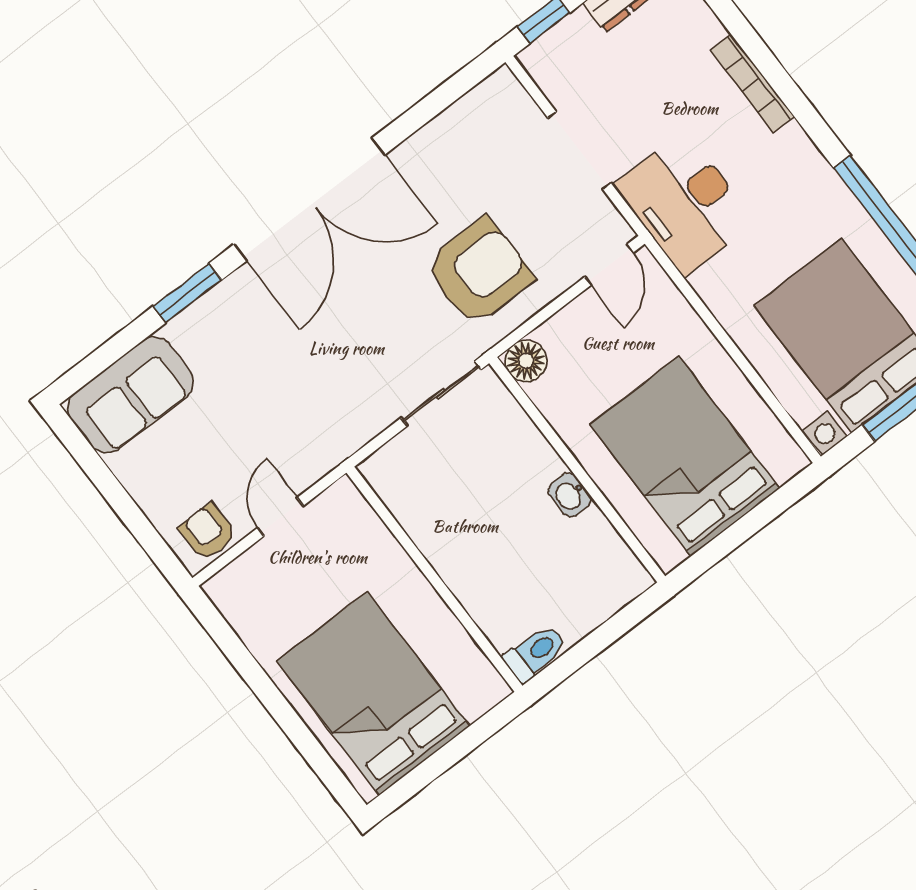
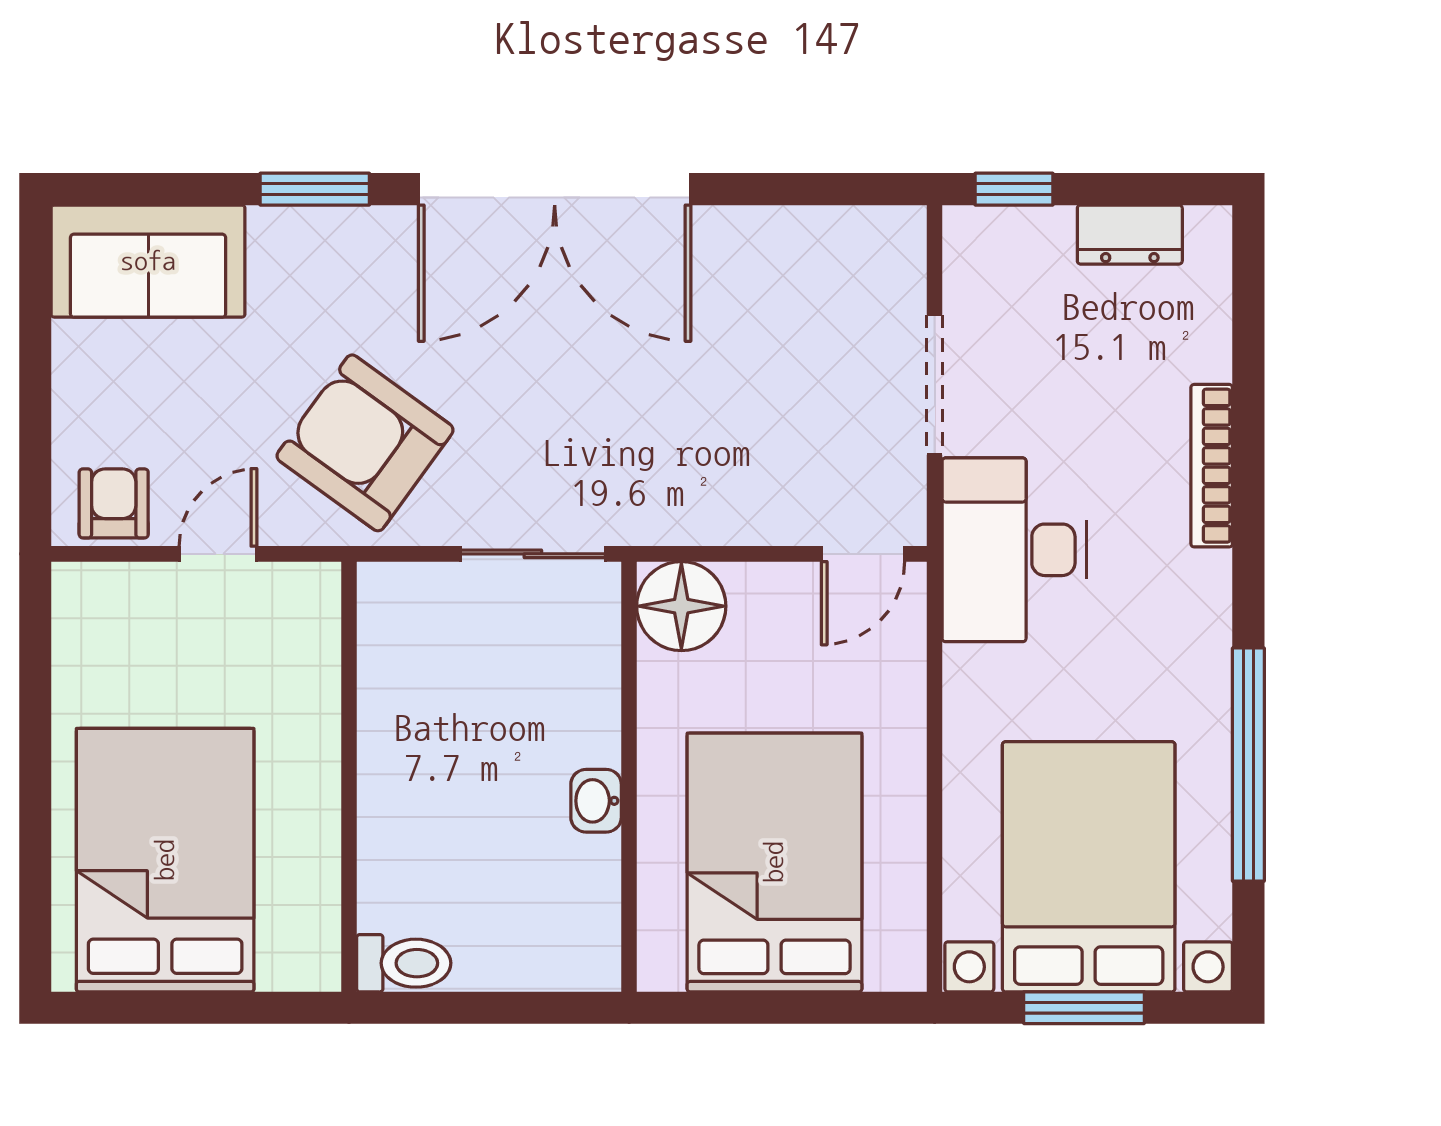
armchair: (479, 272) -> (365, 443), moved, turned -144
floor lamp: (526, 361) -> (681, 606), width x1.38, depth x1.38

